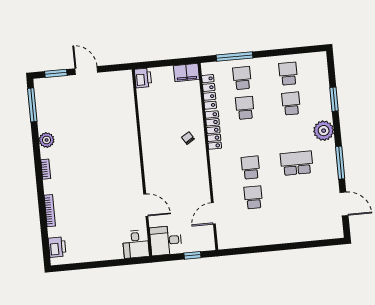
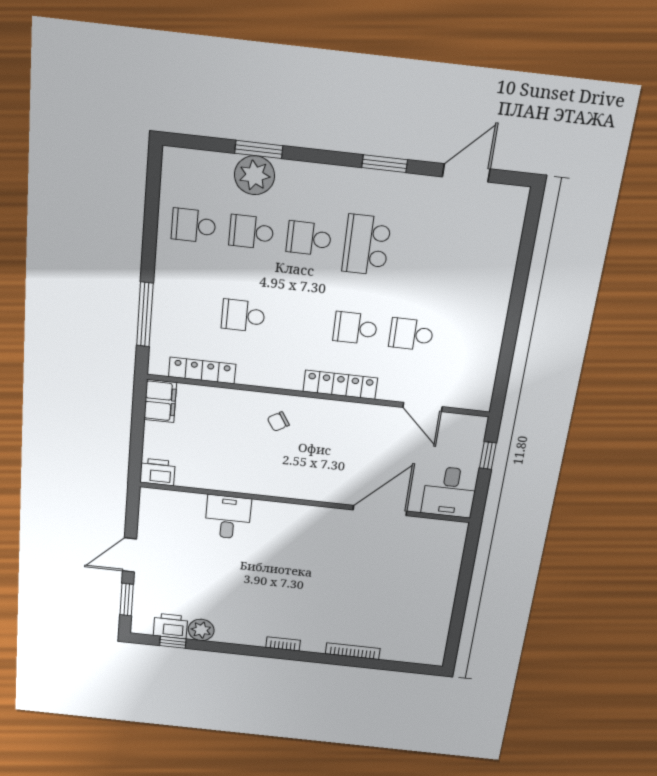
school desk: (242, 78) -> (309, 238), moved
window: (32, 105) -> (173, 642), width x0.46
locker: (213, 130) -> (340, 385), moved
plant: (324, 131) -> (255, 175), moved
plant: (47, 140) -> (201, 630), moved
window: (340, 163) -> (385, 164), width x0.69
door: (146, 205) -> (380, 511), width x1.36
desk: (136, 244) -> (228, 517), moved, turned -90
printer: (57, 247) -> (170, 626), moved

